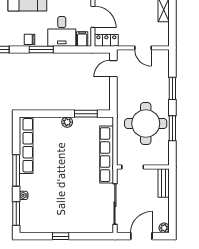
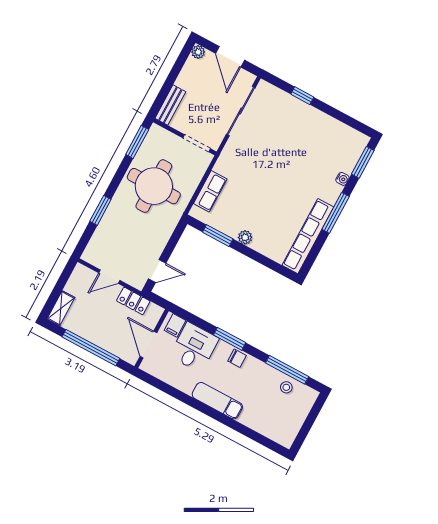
locker: (106, 40) -> (133, 301), moved
door: (143, 48) -> (109, 277), swing flipped
window: (172, 128) -> (137, 142), moved
row of seats: (107, 155) -> (210, 191), width x0.50
window: (61, 236) -> (302, 96), moved
door: (141, 236) -> (230, 57), hinge flipped

